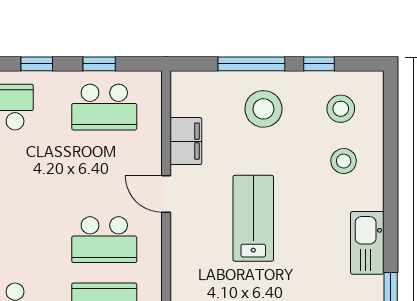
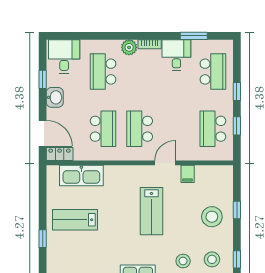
window: (251, 64) -> (237, 210), width x0.46
window: (319, 64) -> (237, 259), moved
filing cabinet: (186, 141) -> (188, 174), width x0.50
lab bench: (253, 218) -> (151, 211), turned 90

